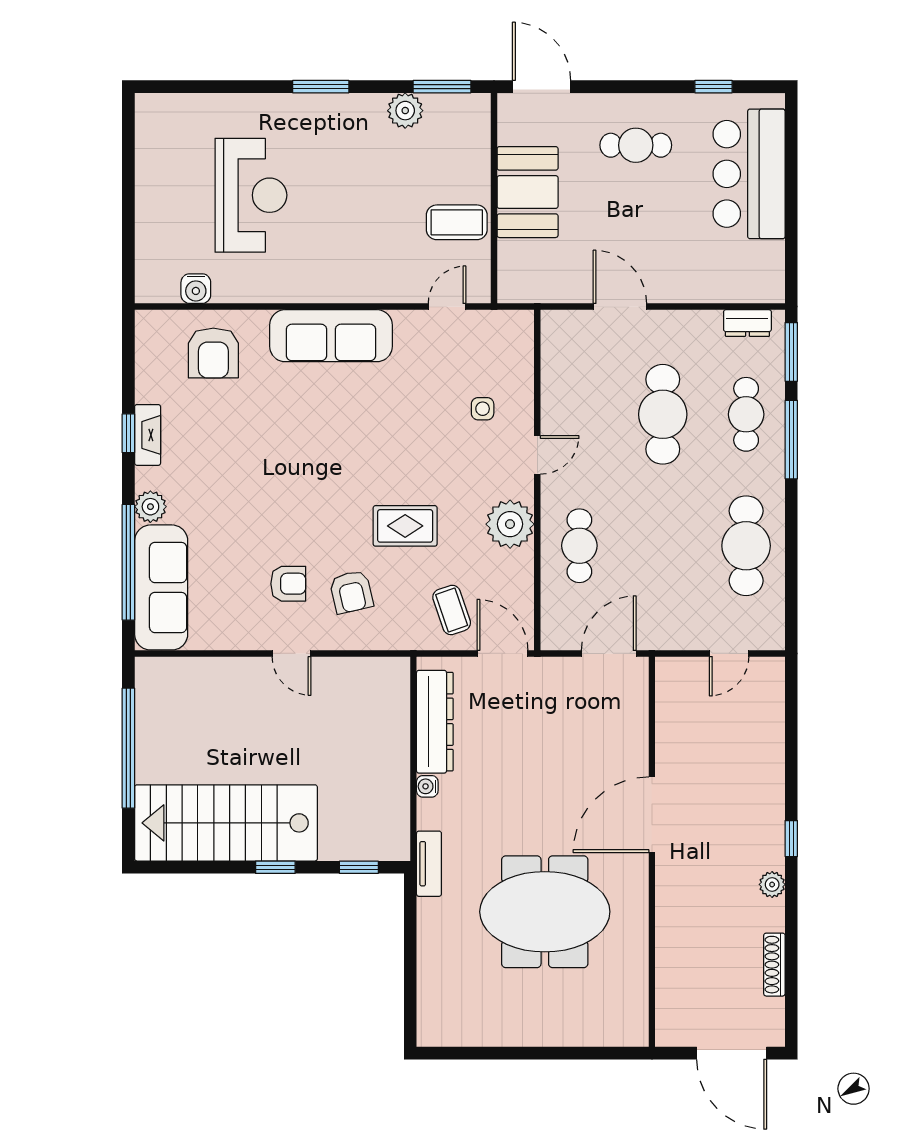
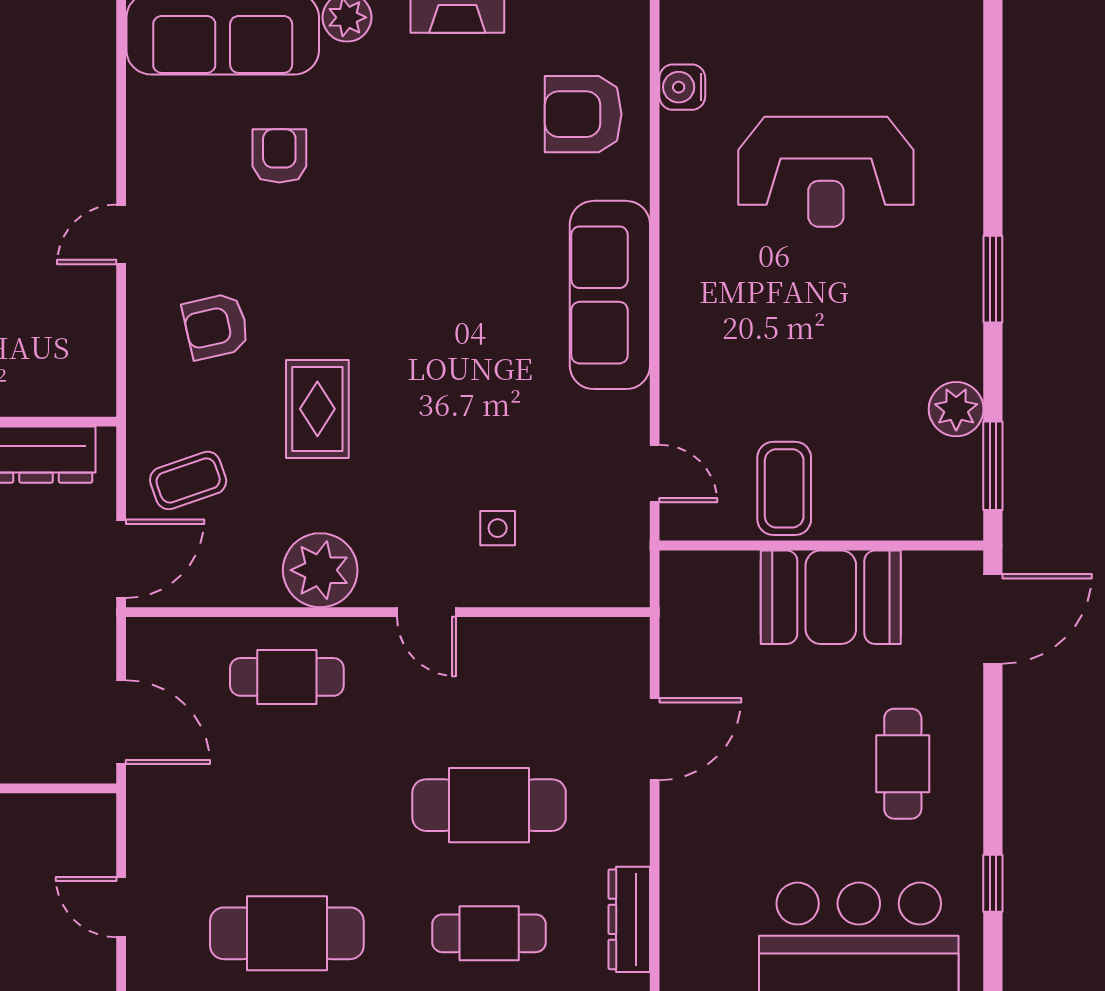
dresser: (747, 323) -> (629, 919), width x1.44
armchair: (288, 584) -> (279, 156), moved, turned 180

